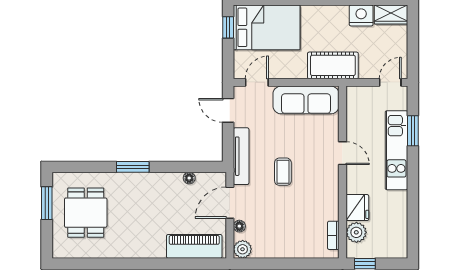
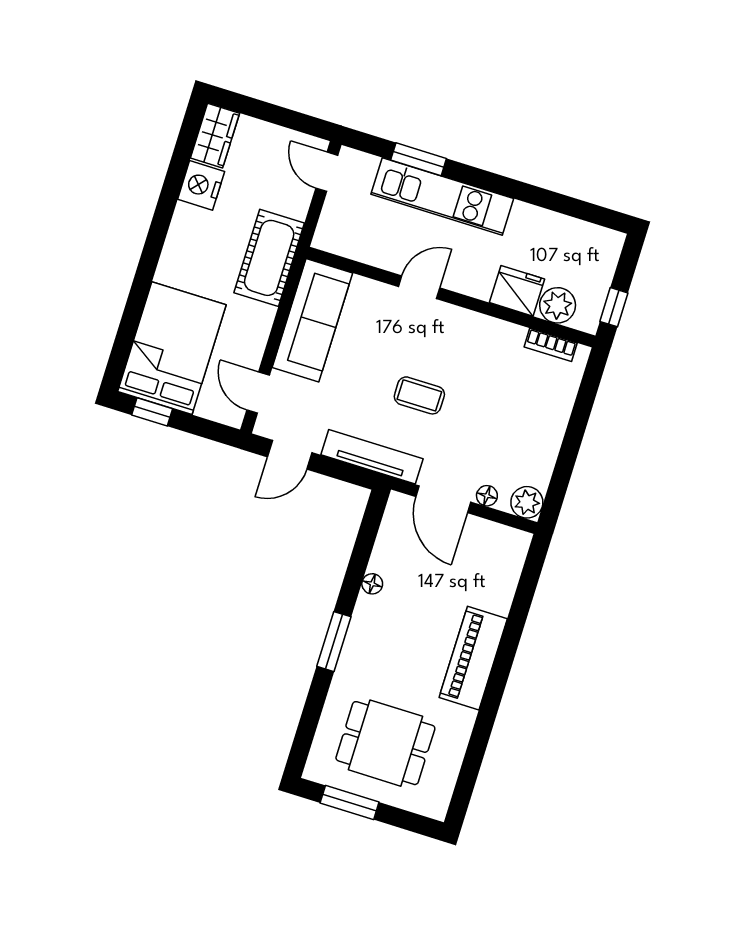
floor lamp: (189, 178) -> (372, 584), moved
piano: (194, 246) -> (473, 658), moved

